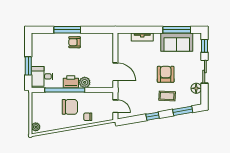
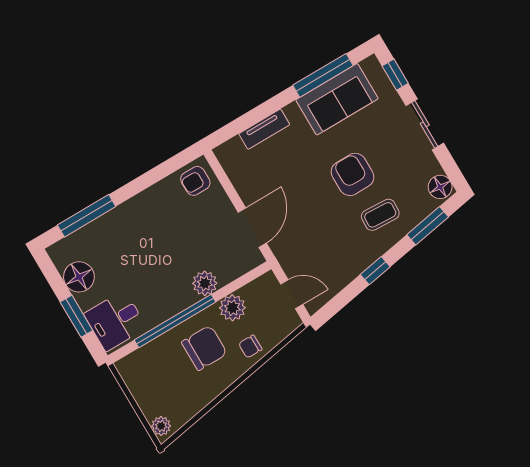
window: (67, 30) -> (87, 216), moved
armchair: (75, 42) -> (195, 181), moved
floor lamp: (38, 51) -> (79, 277), added
door: (115, 72) -> (252, 228), hinge flipped
printer: (71, 82) -> (177, 298), removed
floor lamp: (196, 88) -> (440, 187), moved
plant: (90, 98) -> (232, 308), added

